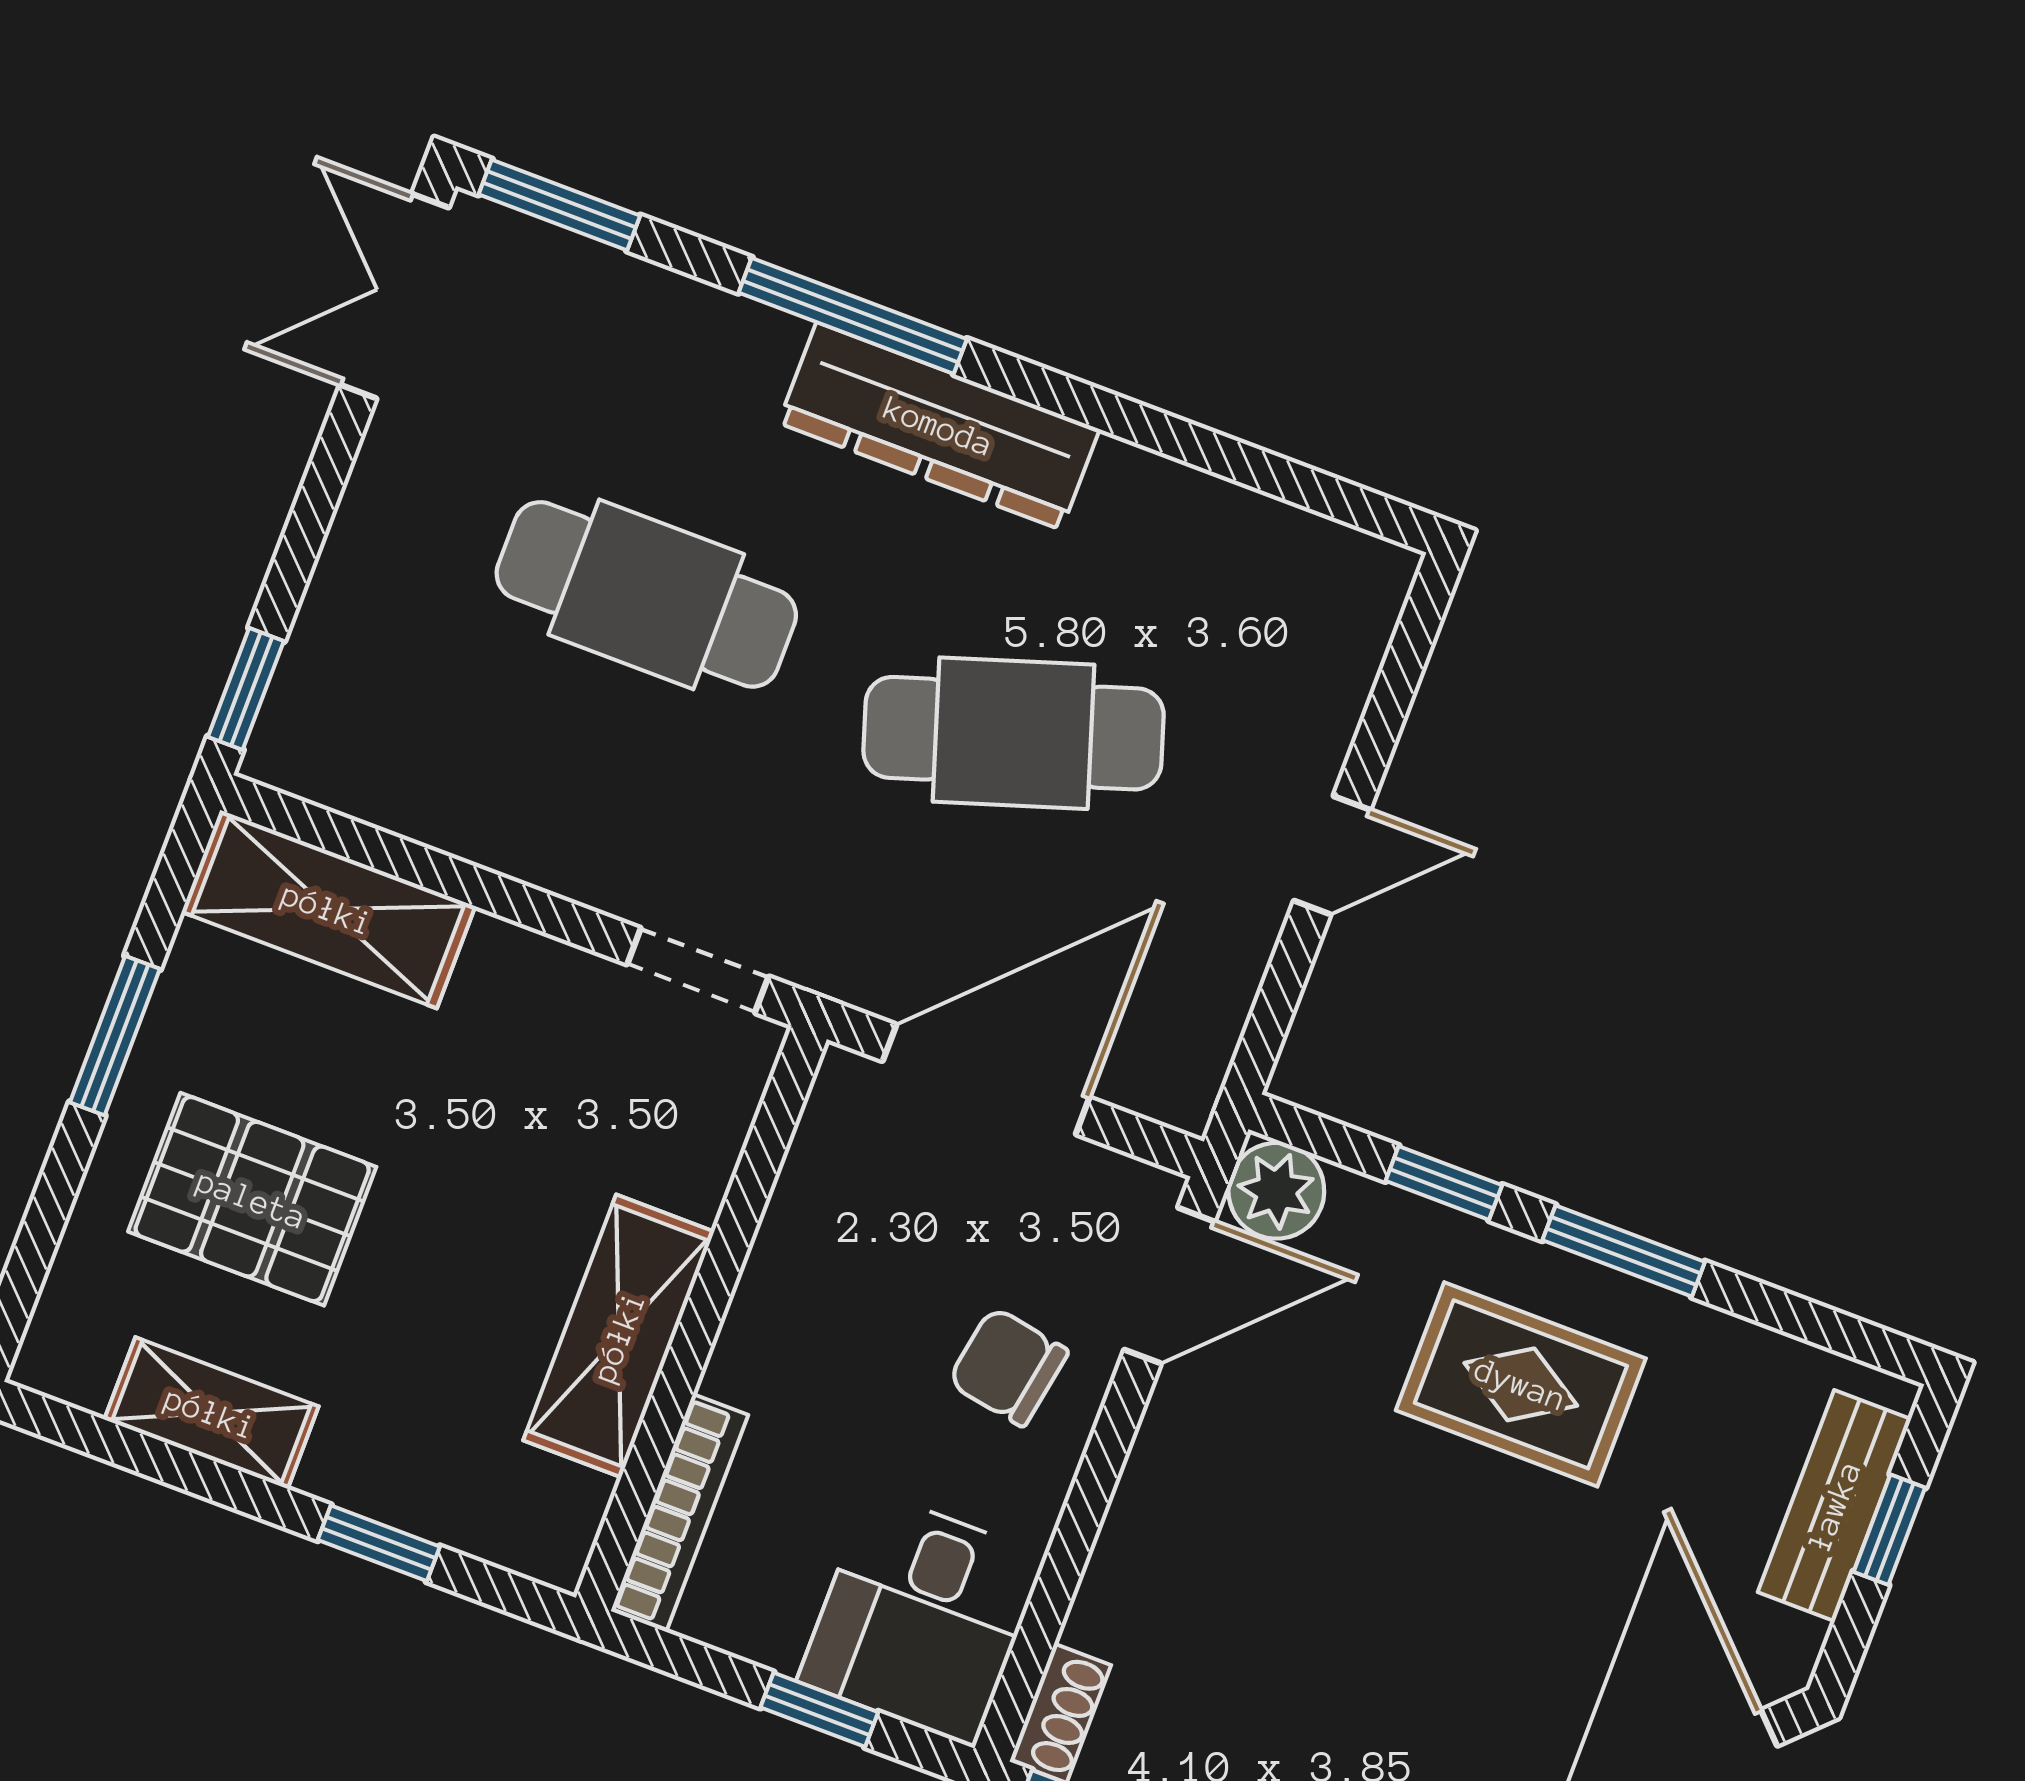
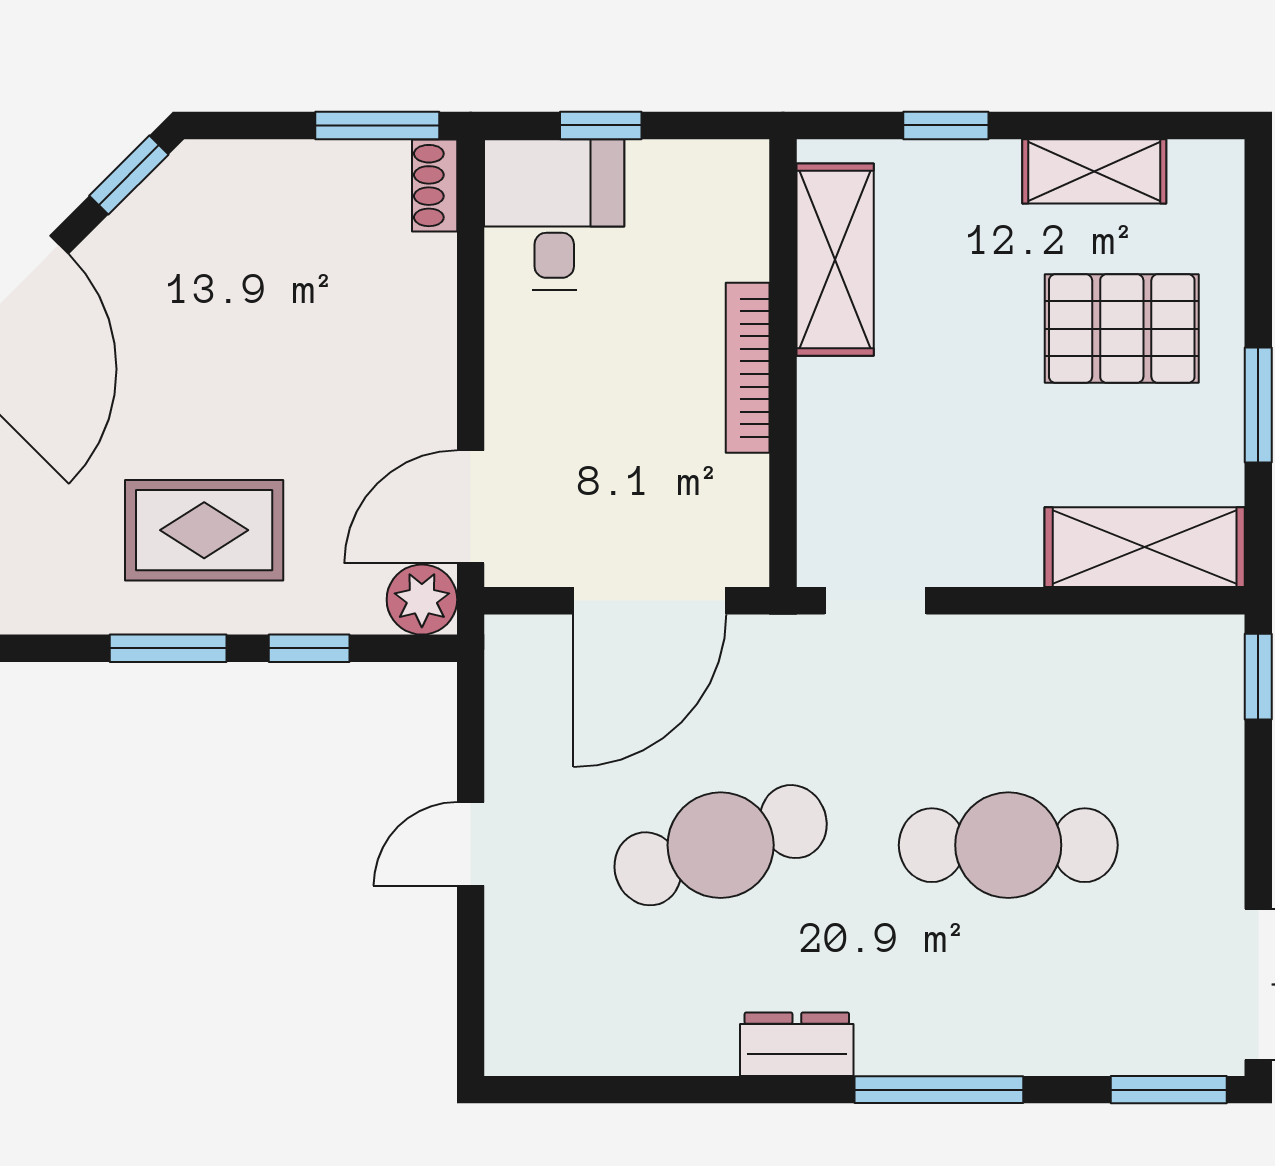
dresser: (939, 426) -> (797, 1044), width x0.51, depth x0.80
shelving: (619, 1336) -> (835, 260), moved
chair: (1008, 1367) -> (560, 409), removed
bookcase: (679, 1513) -> (748, 368), moved

